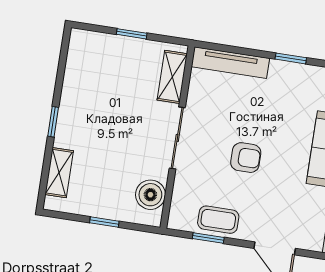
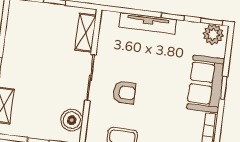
tv unit: (230, 63) -> (148, 23), moved
armchair: (246, 158) -> (124, 93), moved

